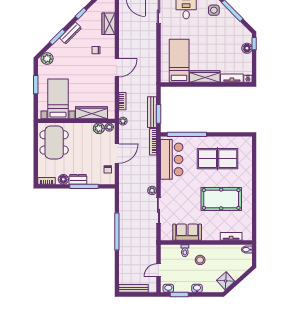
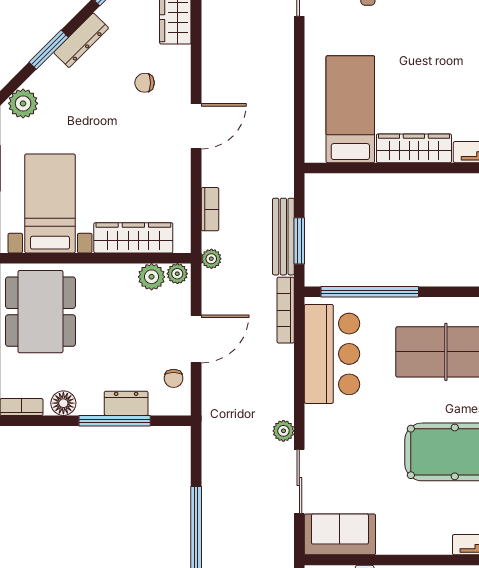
dresser: (78, 179) -> (126, 403), moved
sofa: (187, 232) -> (340, 534), moved

